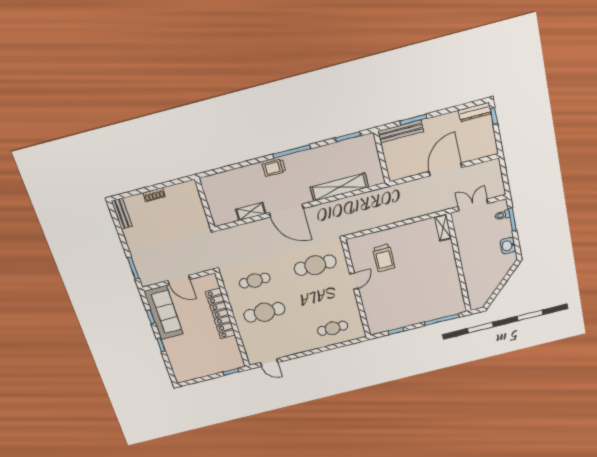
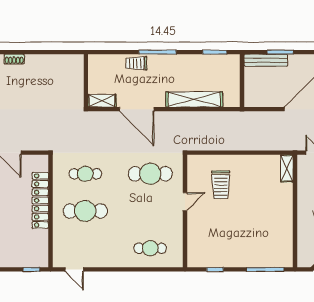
wall: (205, 203) -> (86, 81), moved

